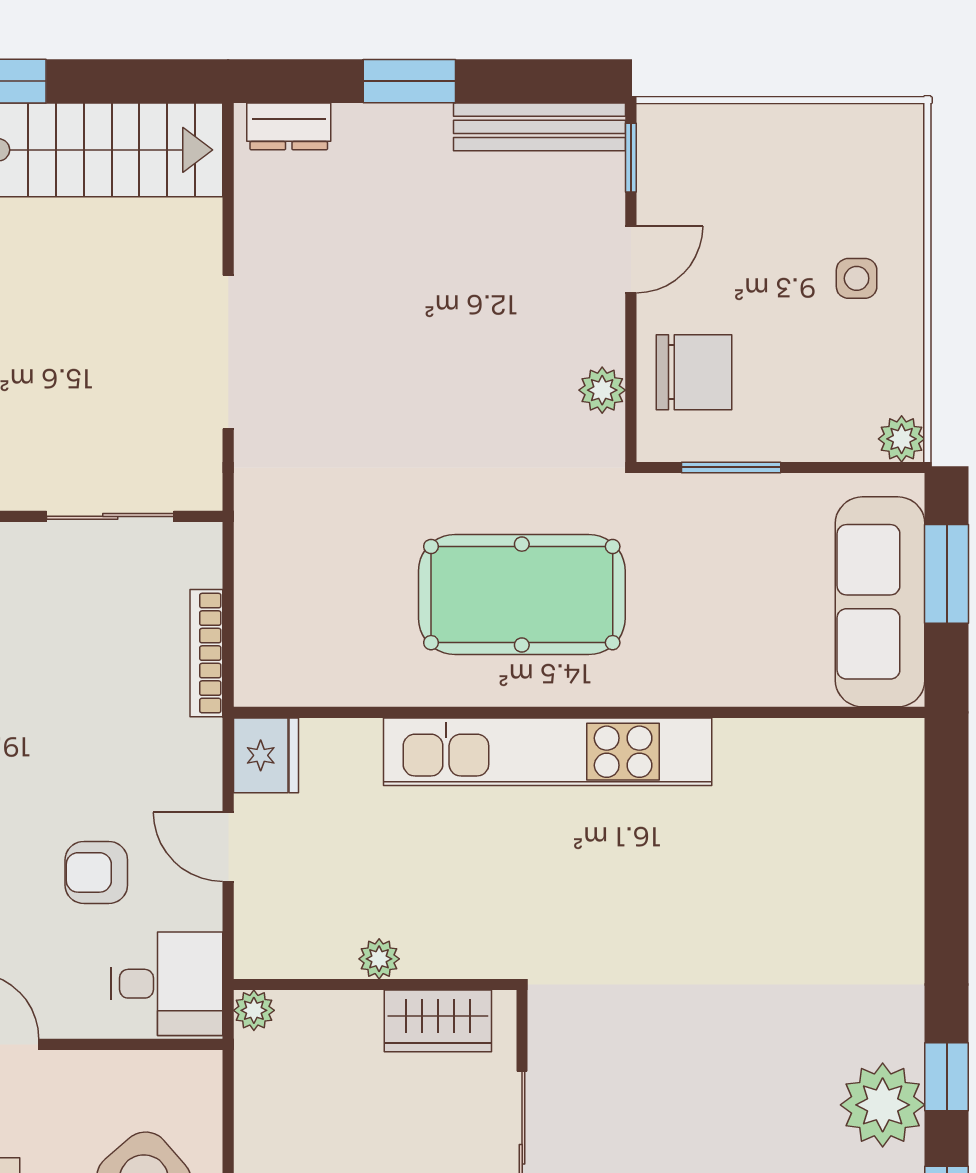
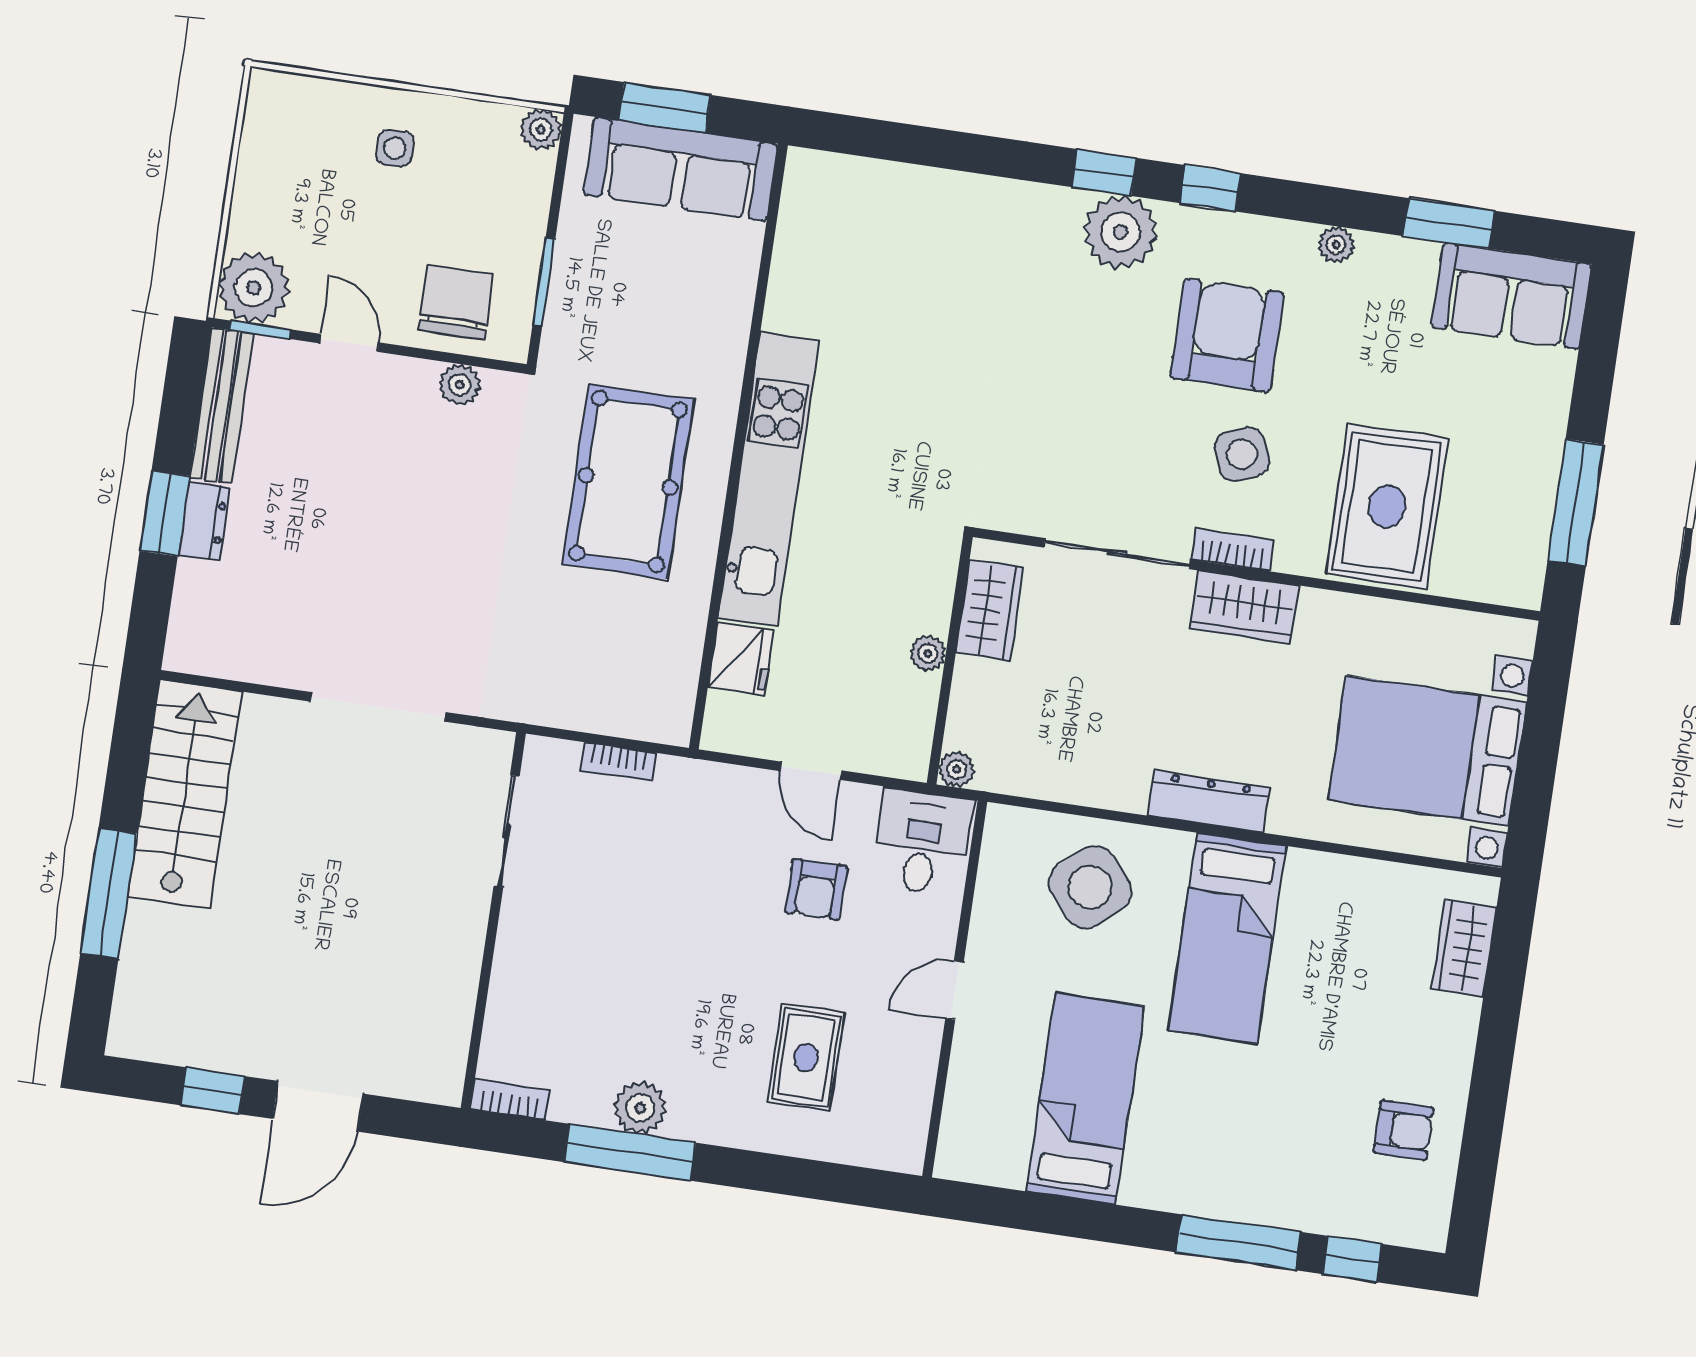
dresser: (289, 126) -> (204, 521), moved
plant: (677, 143) -> (254, 288), added
bookcase: (206, 653) -> (618, 762), width x0.64
fridge: (266, 755) -> (741, 659), moved, turned 90
door: (228, 847) -> (811, 771), hinge flipped

